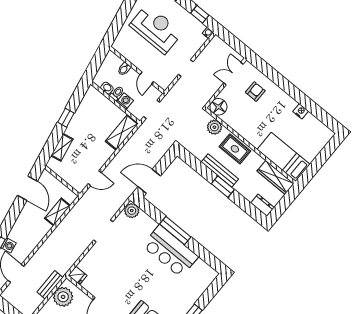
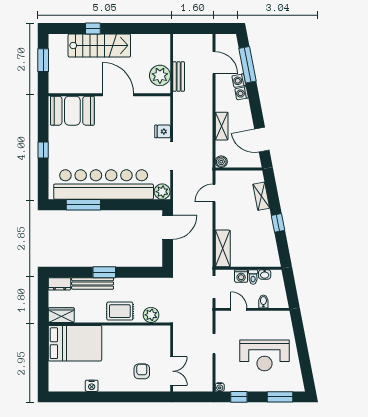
armchair: (255, 92) -> (142, 371), turned 180
floor lamp: (218, 107) -> (161, 334), removed
bed: (284, 157) -> (75, 343), width x1.50
bench: (220, 170) -> (93, 283), moved
wardrobe: (275, 177) -> (61, 315), width x0.67
boiler: (70, 197) -> (221, 162), added
shelving: (57, 212) -> (222, 126), moved
window: (175, 230) -> (83, 205), moved
washing machine: (14, 234) -> (242, 93), added
bar counter: (170, 251) -> (104, 185), width x1.86
fridge: (78, 275) -> (163, 131), moved

